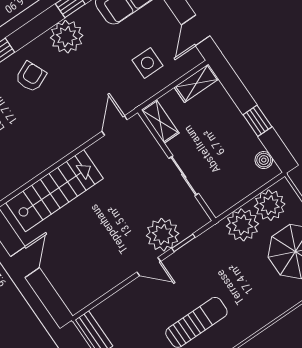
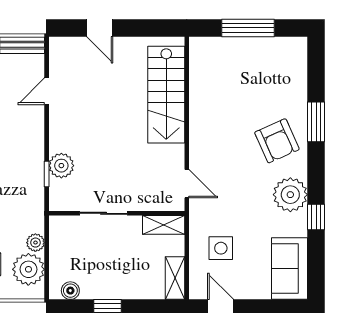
armchair: (31, 77) -> (277, 141), width x1.38, depth x1.38
plant: (242, 225) -> (35, 243), width x0.53, depth x0.53
plant: (163, 235) -> (61, 166), width x0.73, depth x0.73
door: (25, 262) -> (100, 28), moved
door: (149, 267) -> (47, 91), moved

